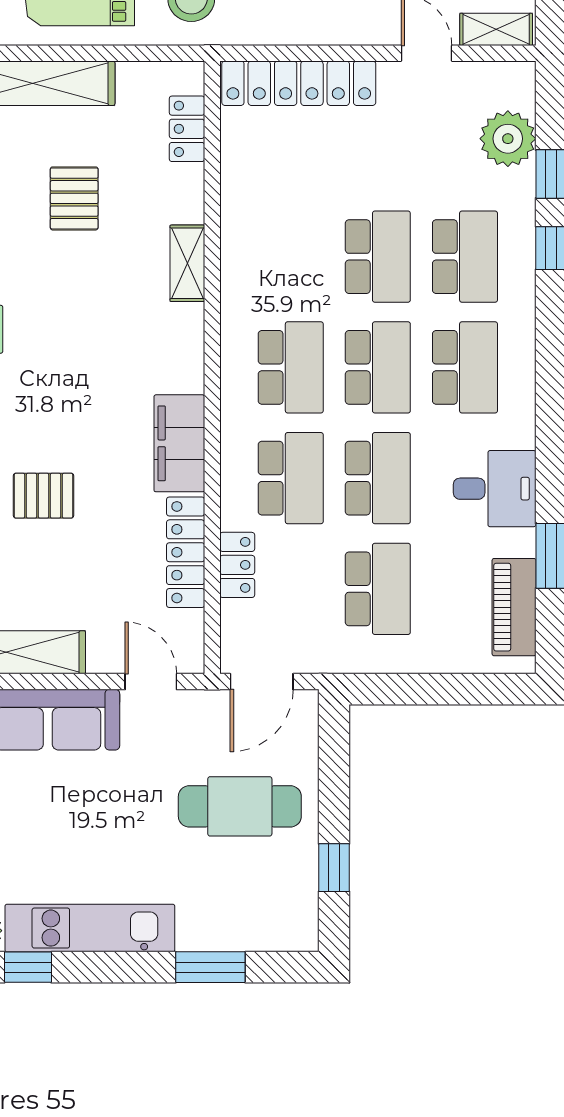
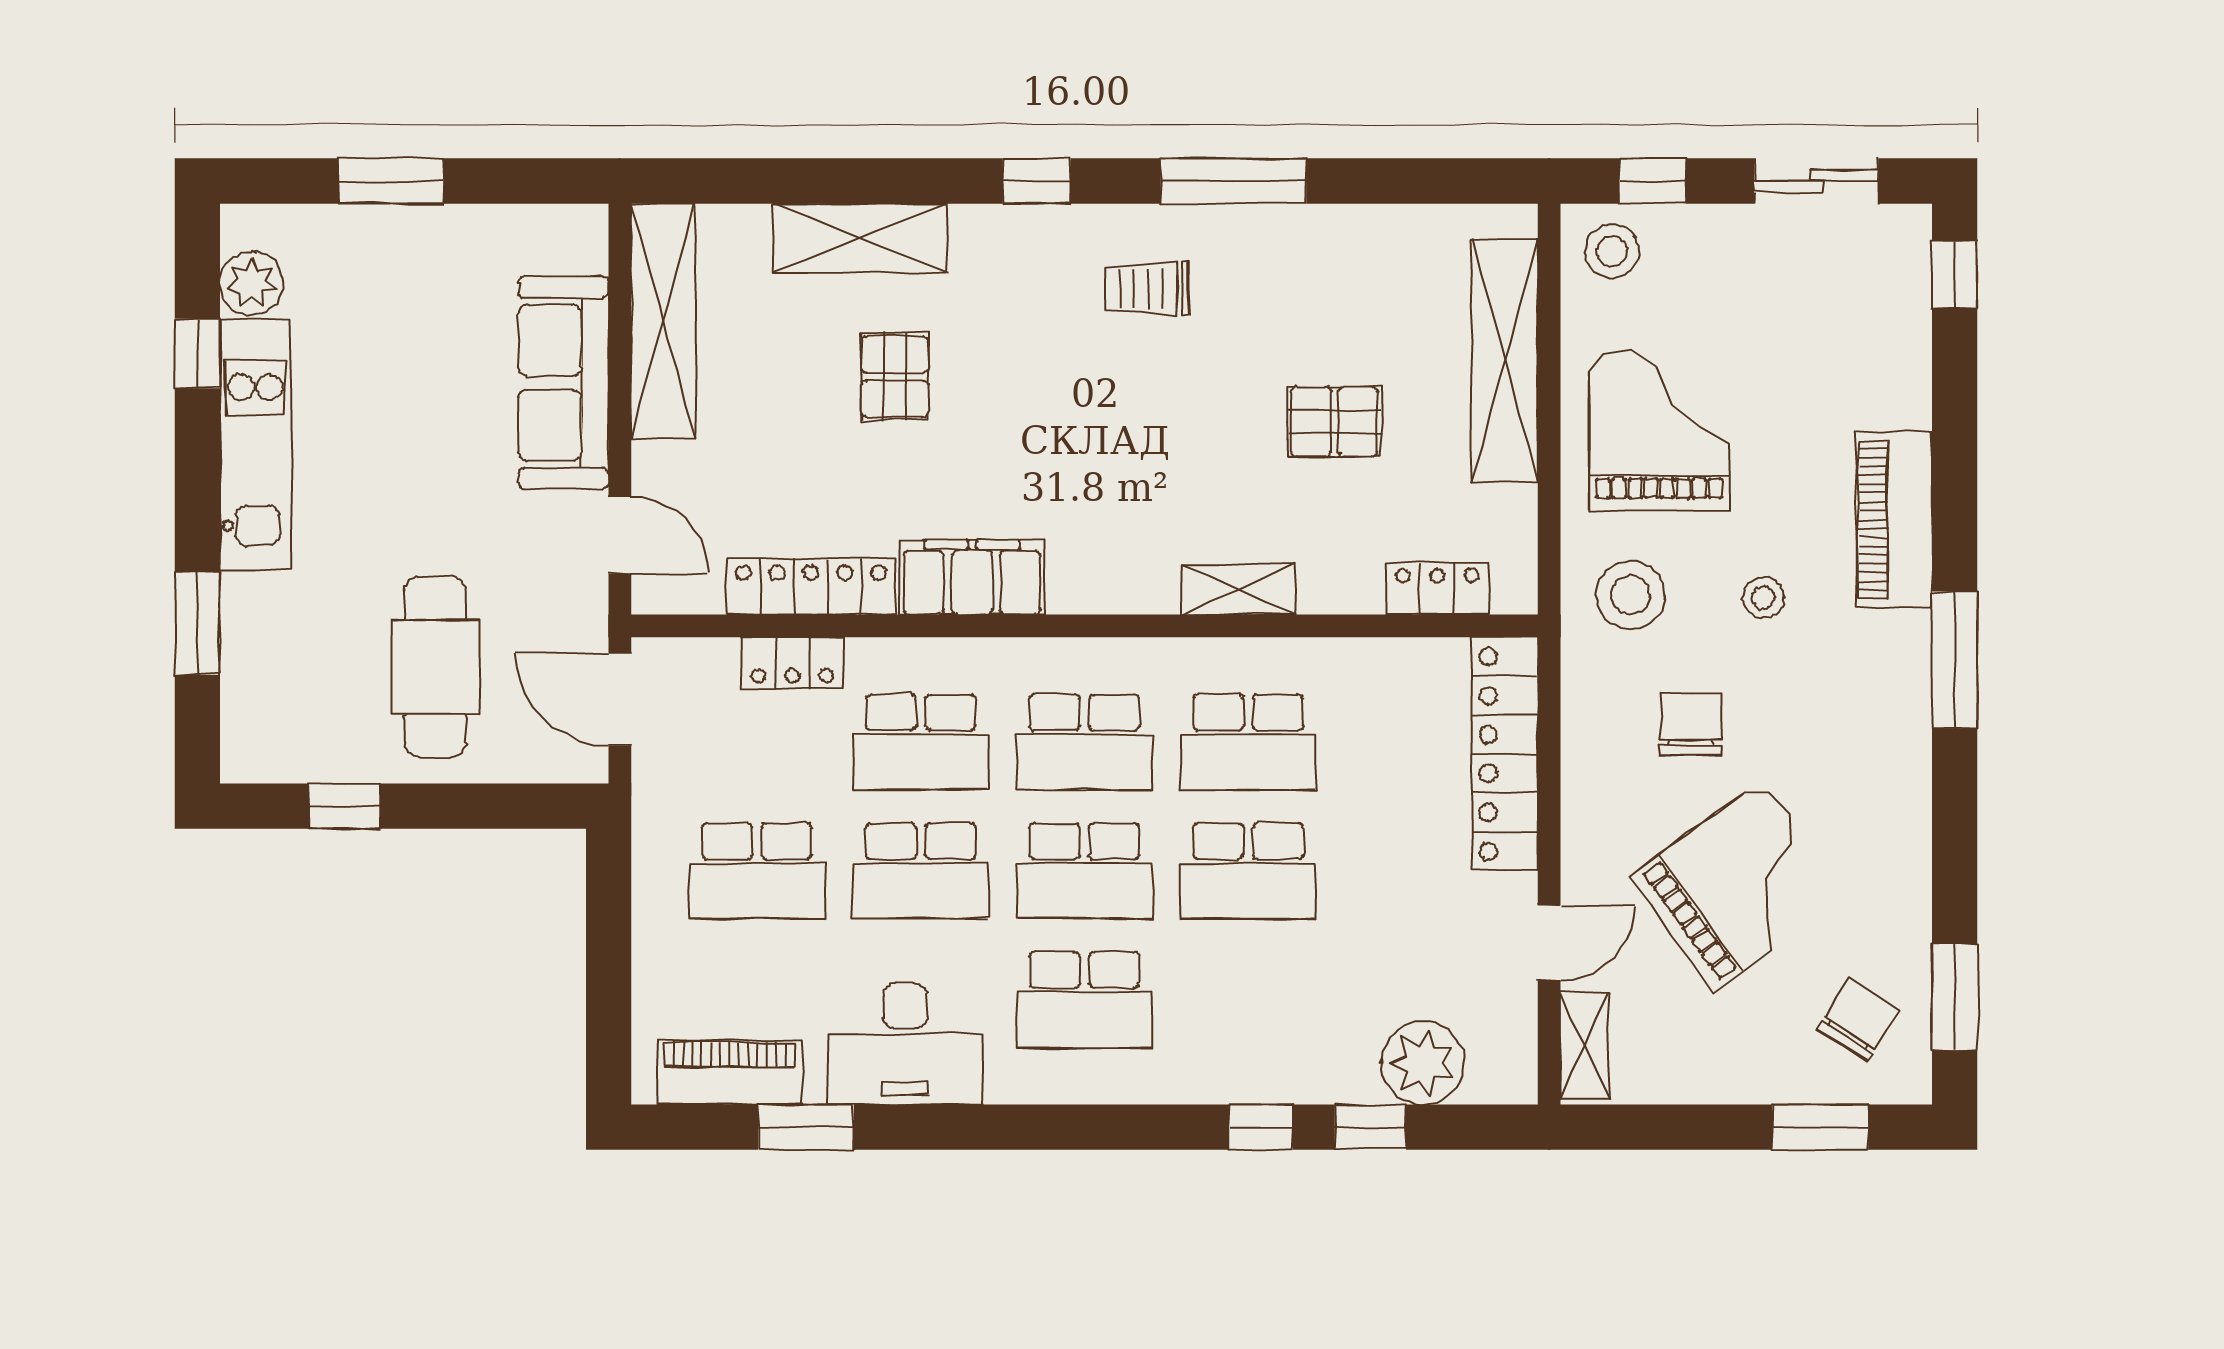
school desk: (465, 257) -> (1248, 742), moved
desk: (495, 489) -> (905, 1044), width x1.37
door: (151, 682) -> (620, 535), hinge flipped

